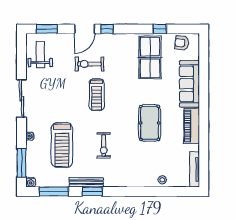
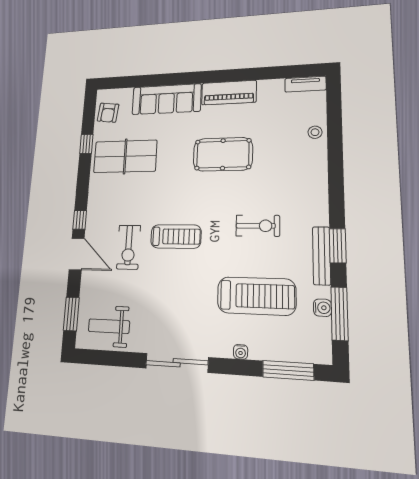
tv unit: (195, 169) -> (305, 84), width x0.71
water cooler: (31, 182) -> (322, 308), moved

